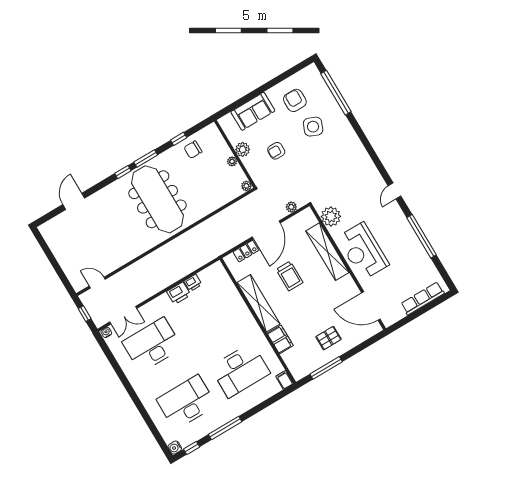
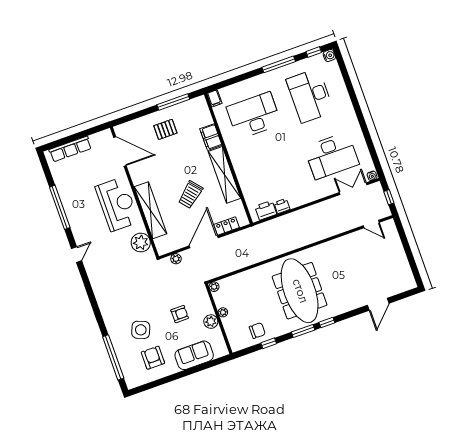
armchair: (295, 100) -> (153, 358), turned 180
trolley: (290, 276) -> (190, 195), turned -130
printer: (179, 293) -> (266, 210), moved
desk: (186, 402) -> (310, 96), turned 90

